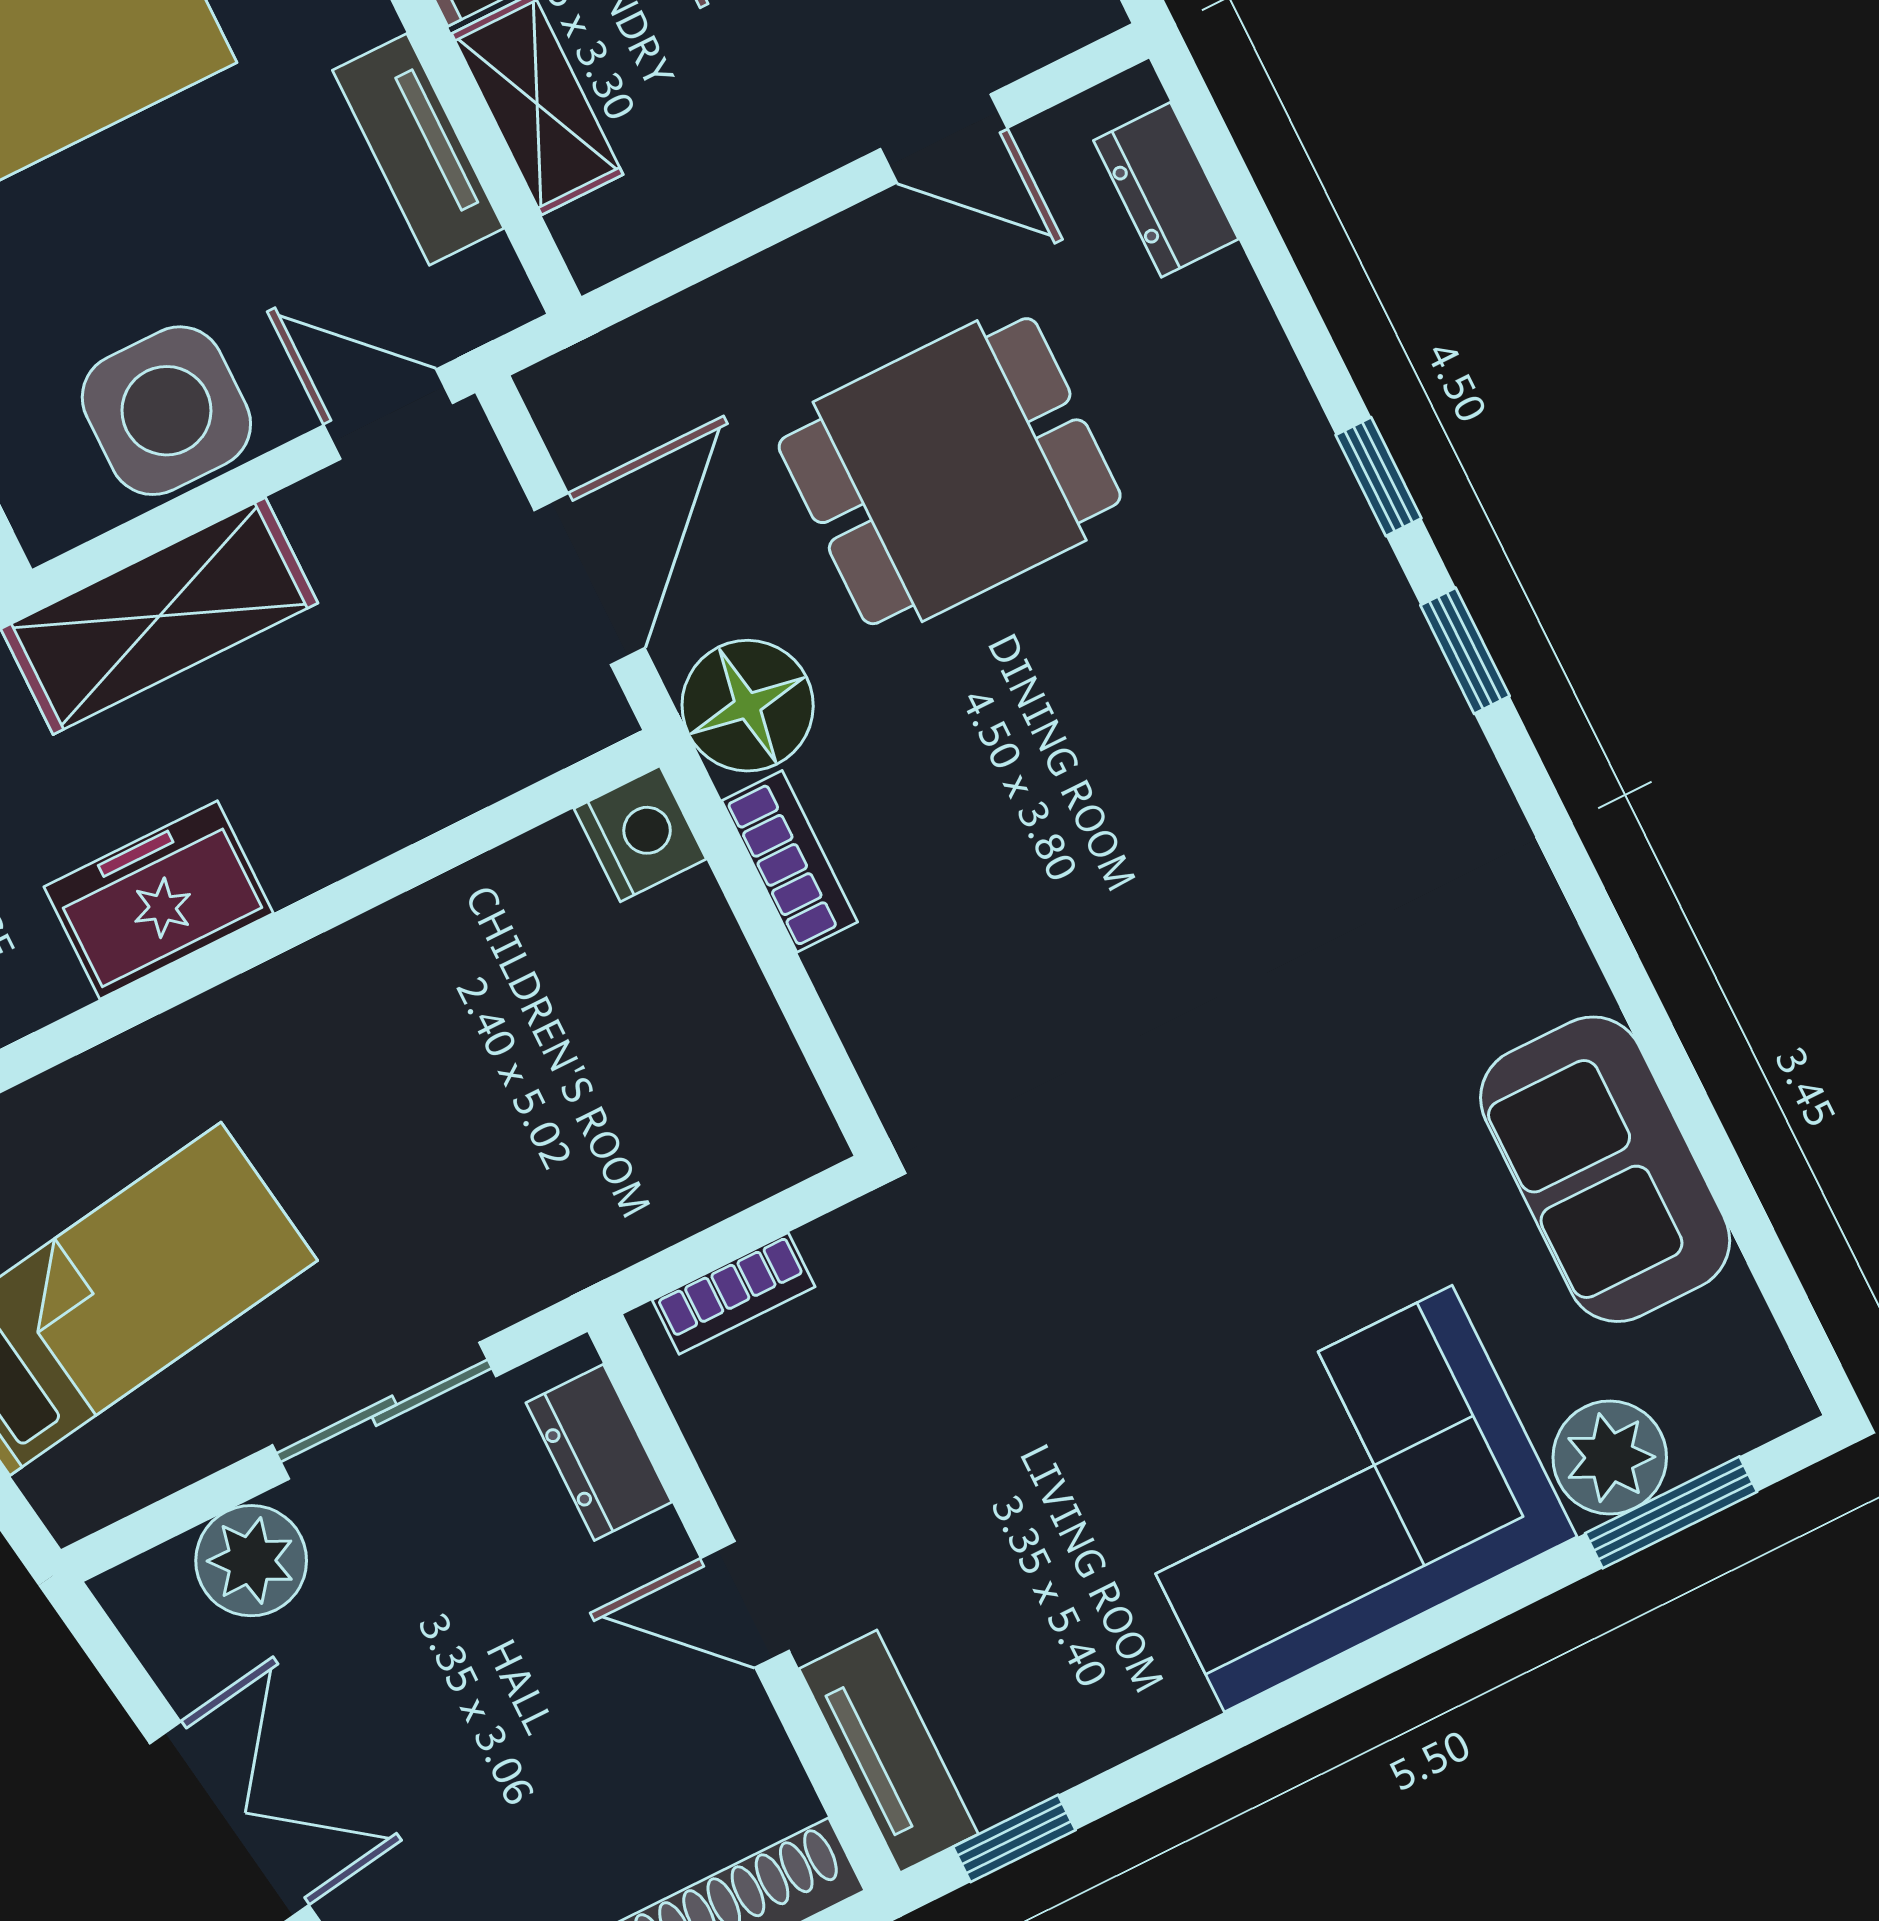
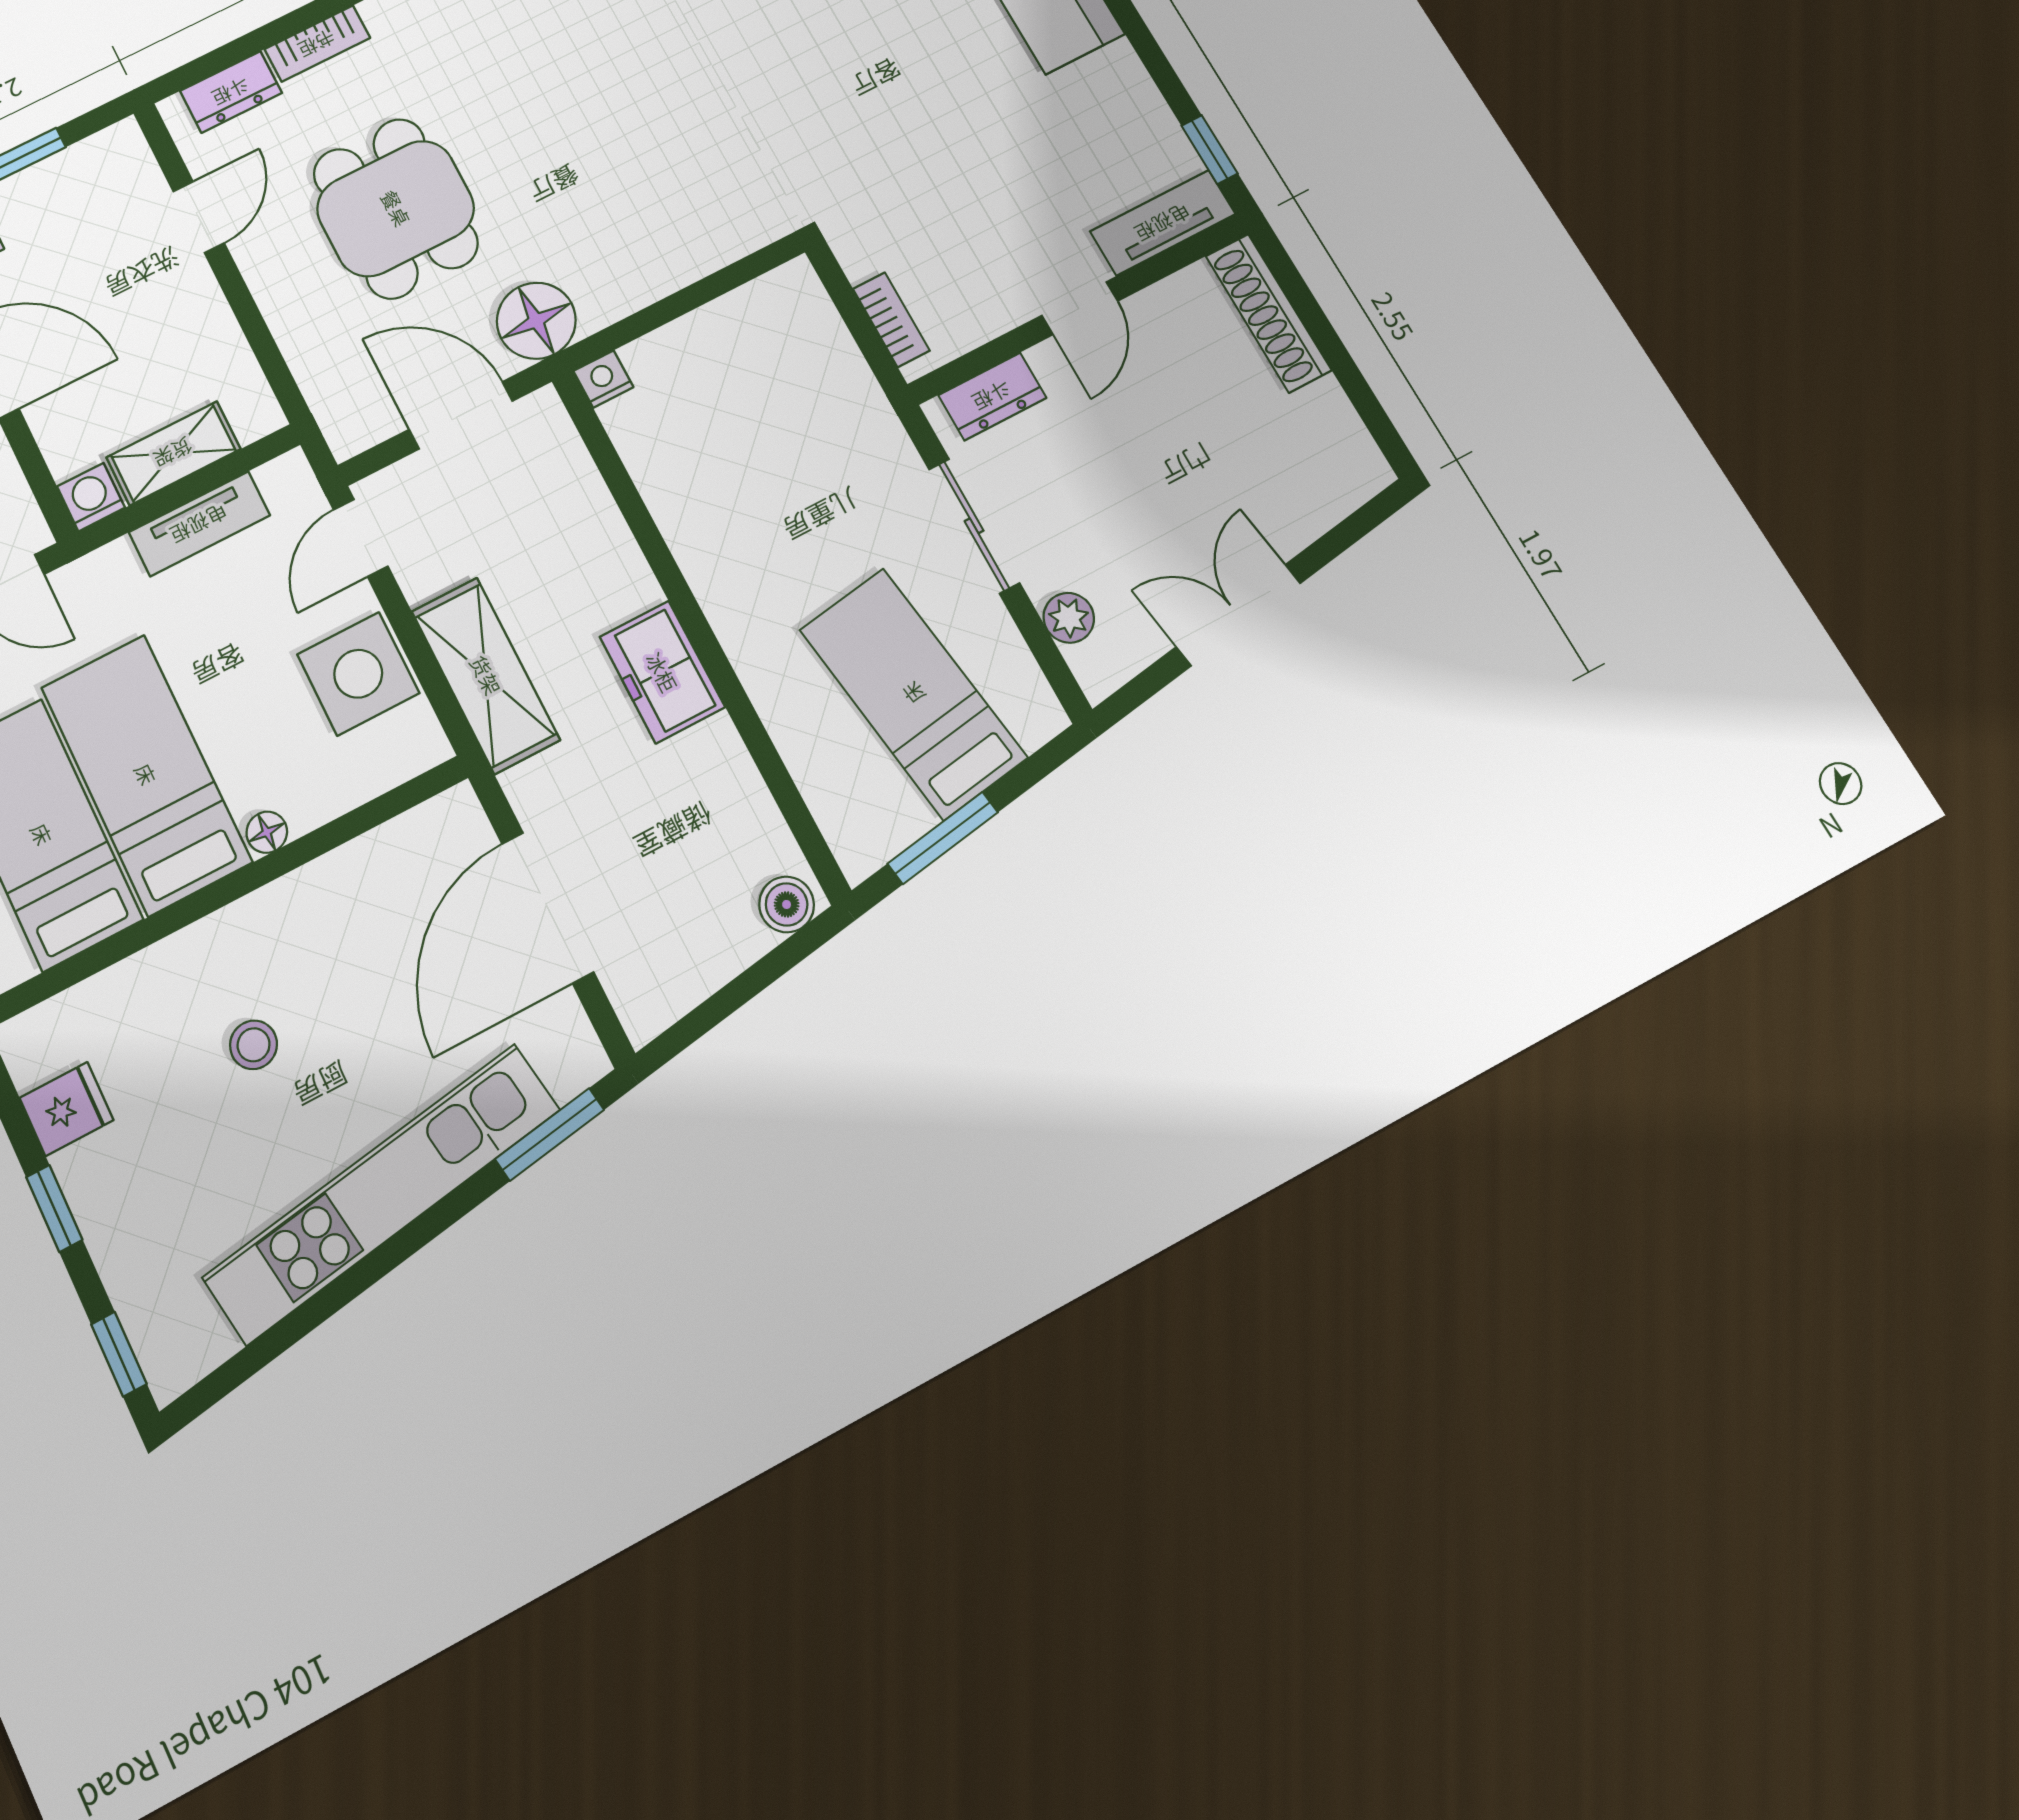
nightstand: (640, 834) -> (603, 379), width x0.72, depth x0.74
bookcase: (790, 861) -> (317, 44), moved, turned 180
plant: (251, 1561) -> (1069, 618), width x0.73, depth x0.73

